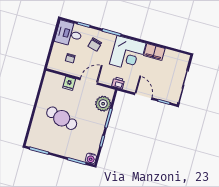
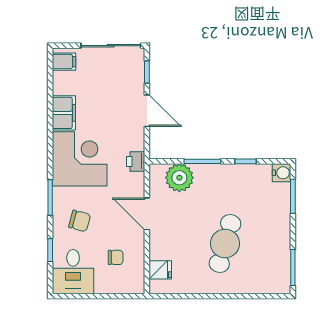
filing cabinet: (181, 60) -> (64, 62), added
fridge: (69, 83) -> (160, 270), moved
door: (143, 96) -> (147, 111), swing flipped

